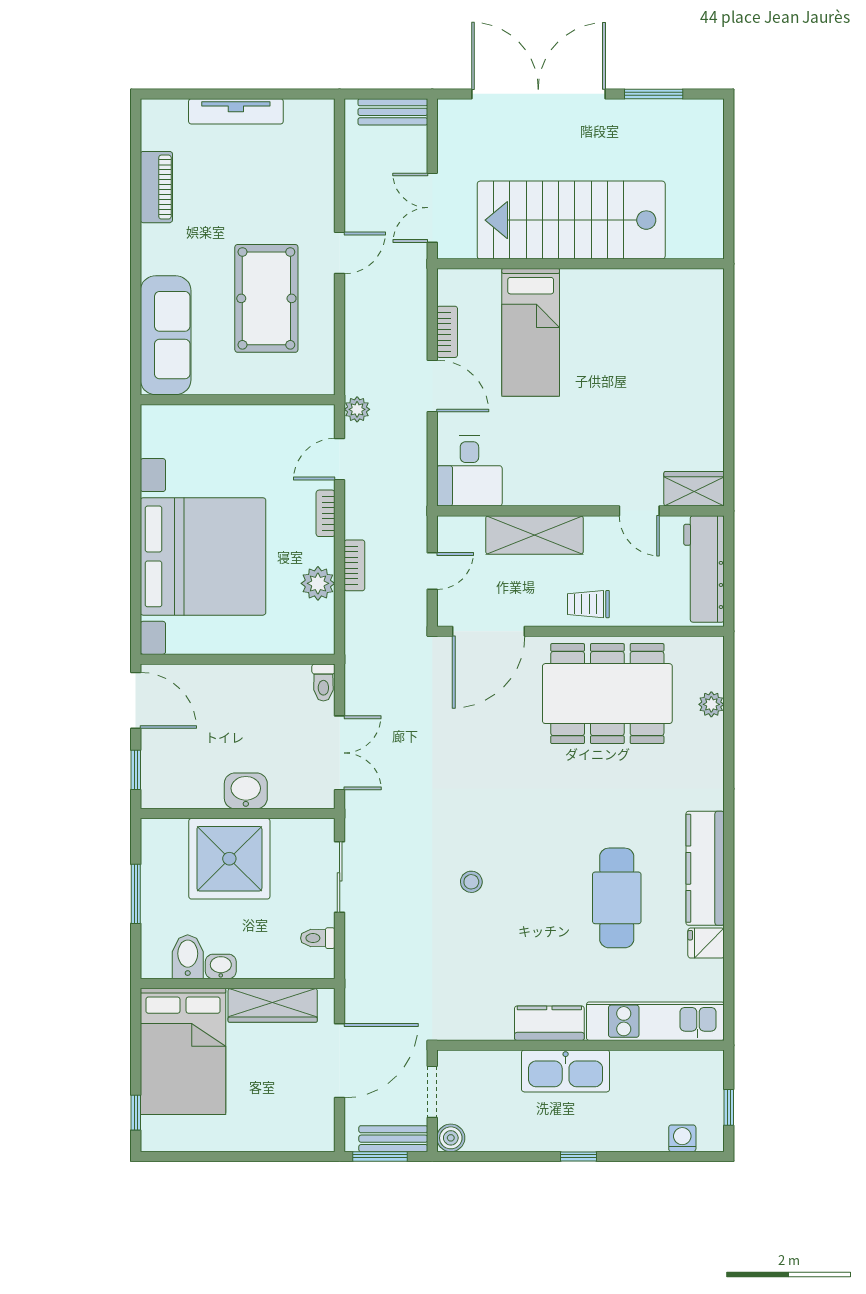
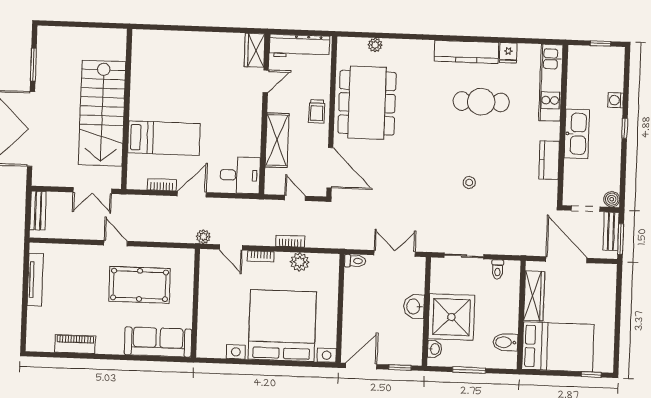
tv unit: (236, 111) -> (35, 280), moved
washbasin: (221, 966) -> (435, 349), moved, turned 180
kitchen counter: (549, 1023) -> (549, 160), moved
washing machine: (682, 1138) -> (616, 100), moved

